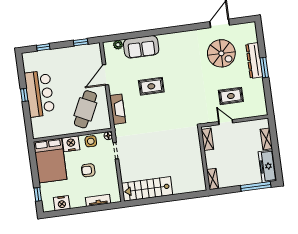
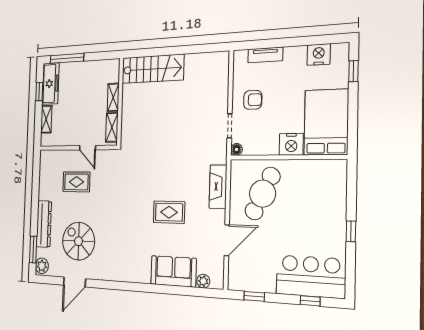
plant: (250, 29) -> (42, 266), added
window: (264, 67) -> (33, 250), moved
bar counter: (39, 94) -> (311, 277), moved, turned 90
side table: (91, 141) -> (262, 144), removed
window: (277, 159) -> (39, 92), added
armchair: (88, 170) -> (253, 100), moved
shelving: (213, 179) -> (113, 97), moved
stairs: (147, 189) -> (153, 69), moved

